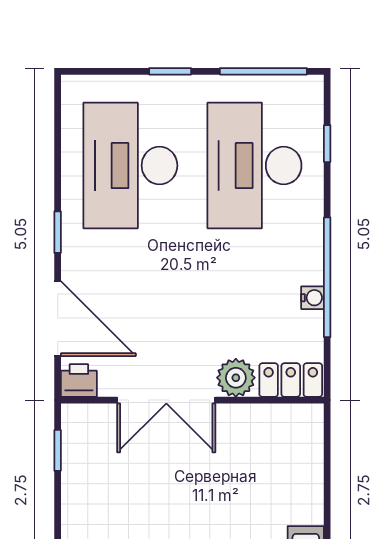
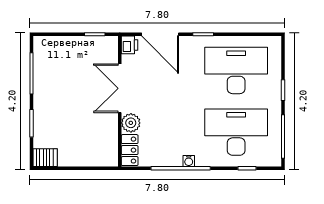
water cooler: (313, 298) -> (189, 161), moved
door: (58, 319) -> (160, 34), hinge flipped

